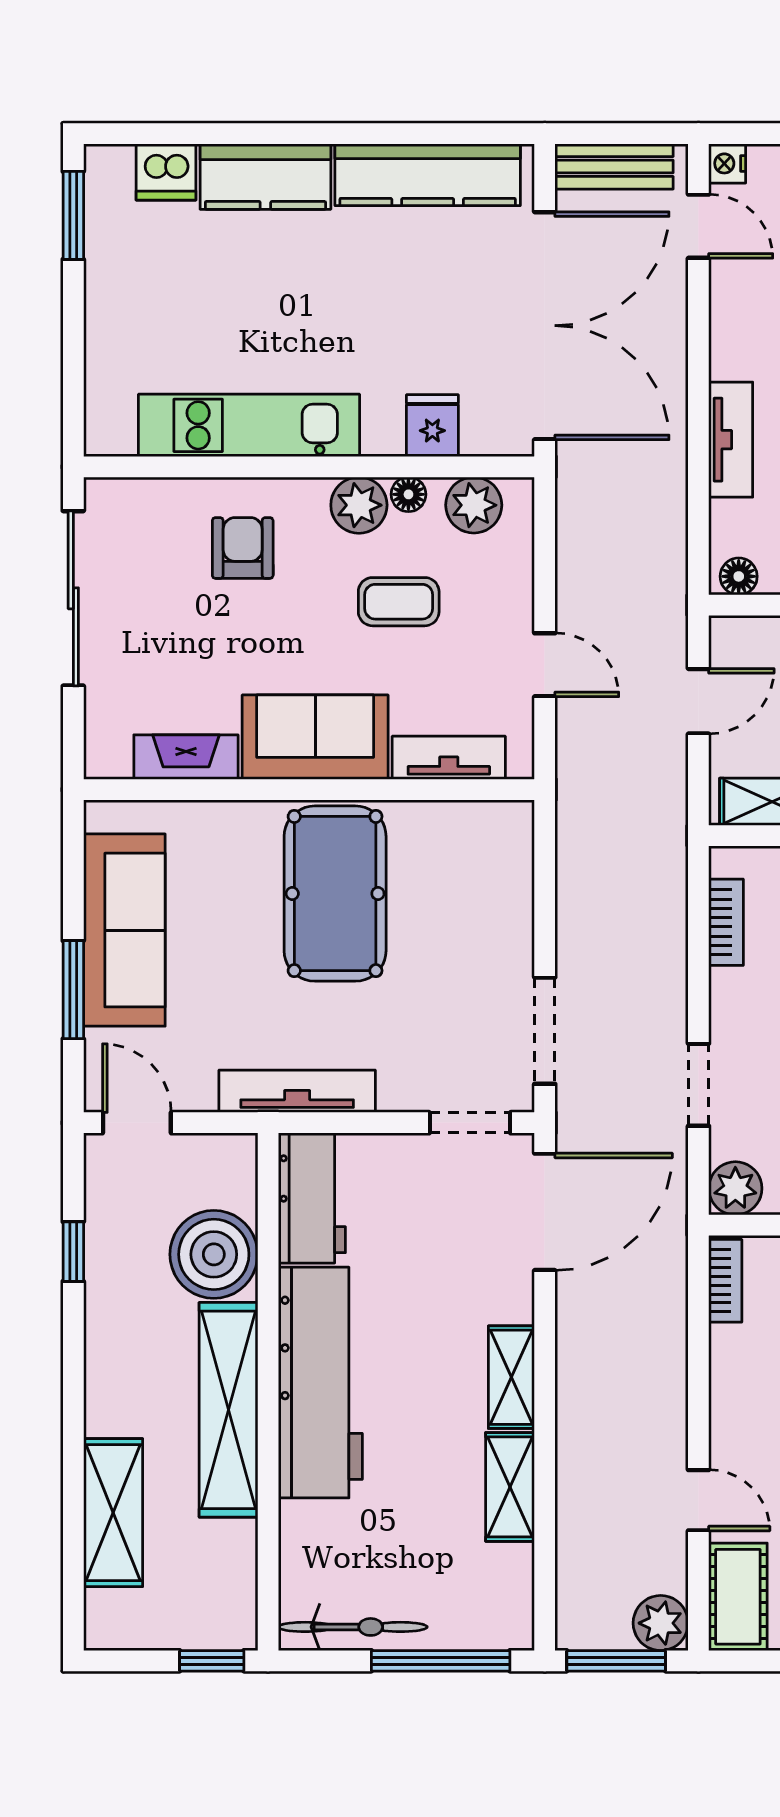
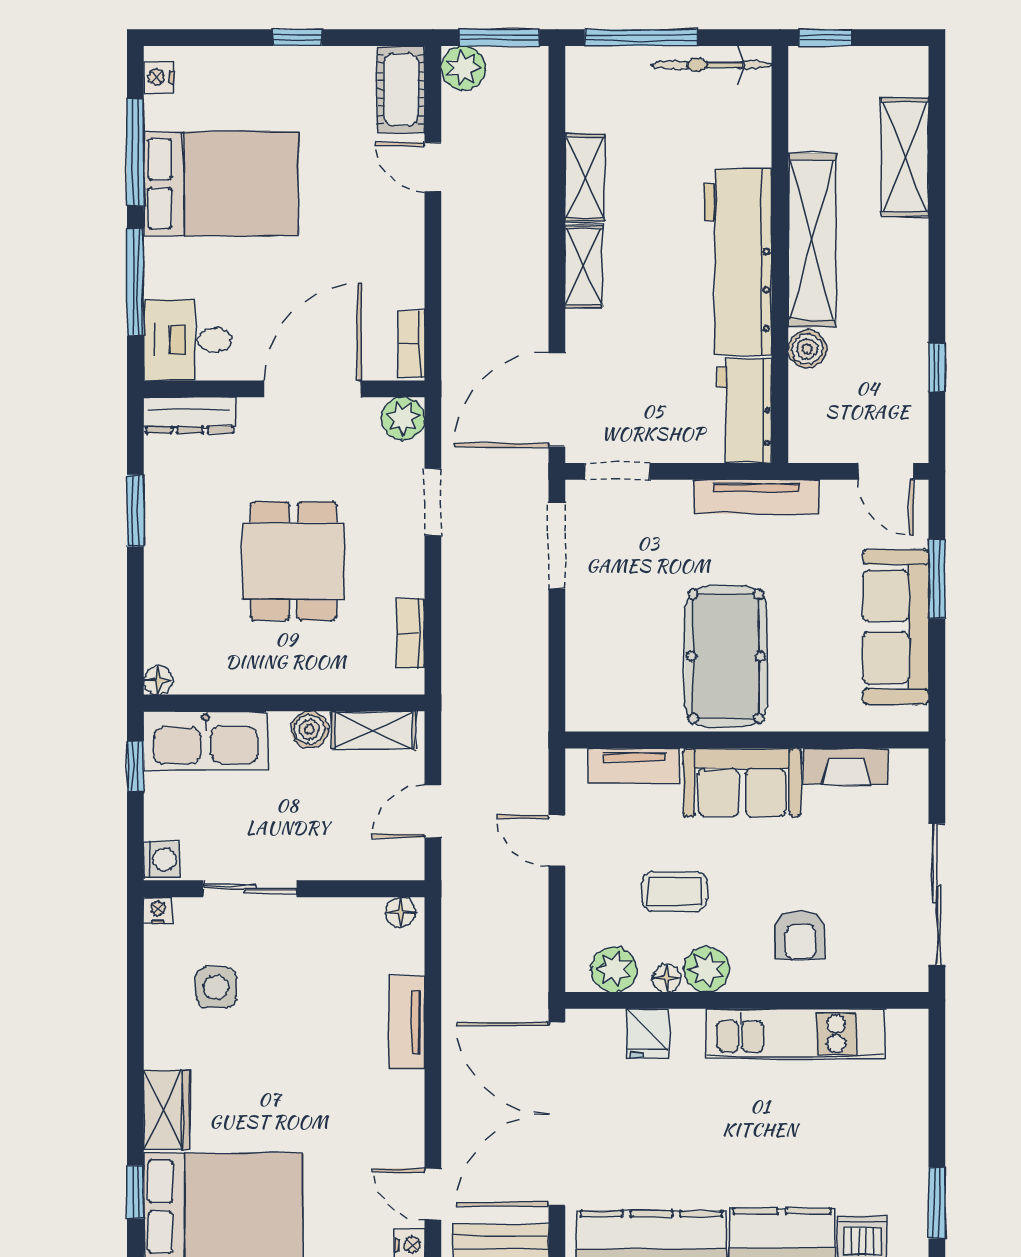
boiler: (214, 1254) -> (807, 349), width x0.54, depth x0.54

